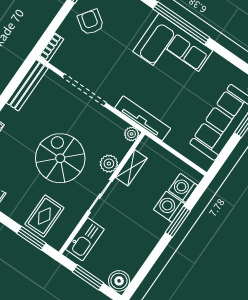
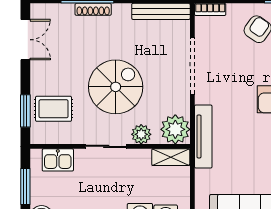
plant: (132, 134) -> (175, 129), width x1.88, depth x1.88
shelving: (131, 168) -> (171, 157), moved
kitchen sink: (85, 239) -> (58, 160), width x0.73

